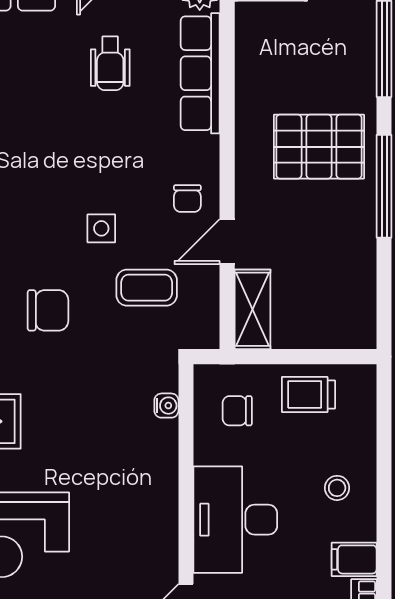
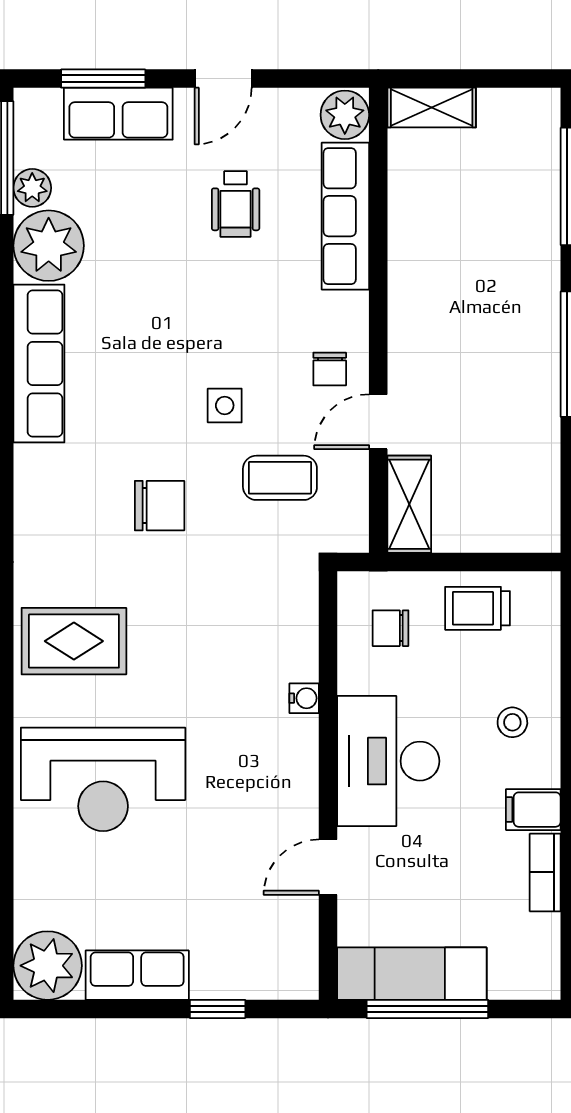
pallet: (319, 147) -> (490, 306), removed
water cooler: (166, 406) -> (304, 698), moved

